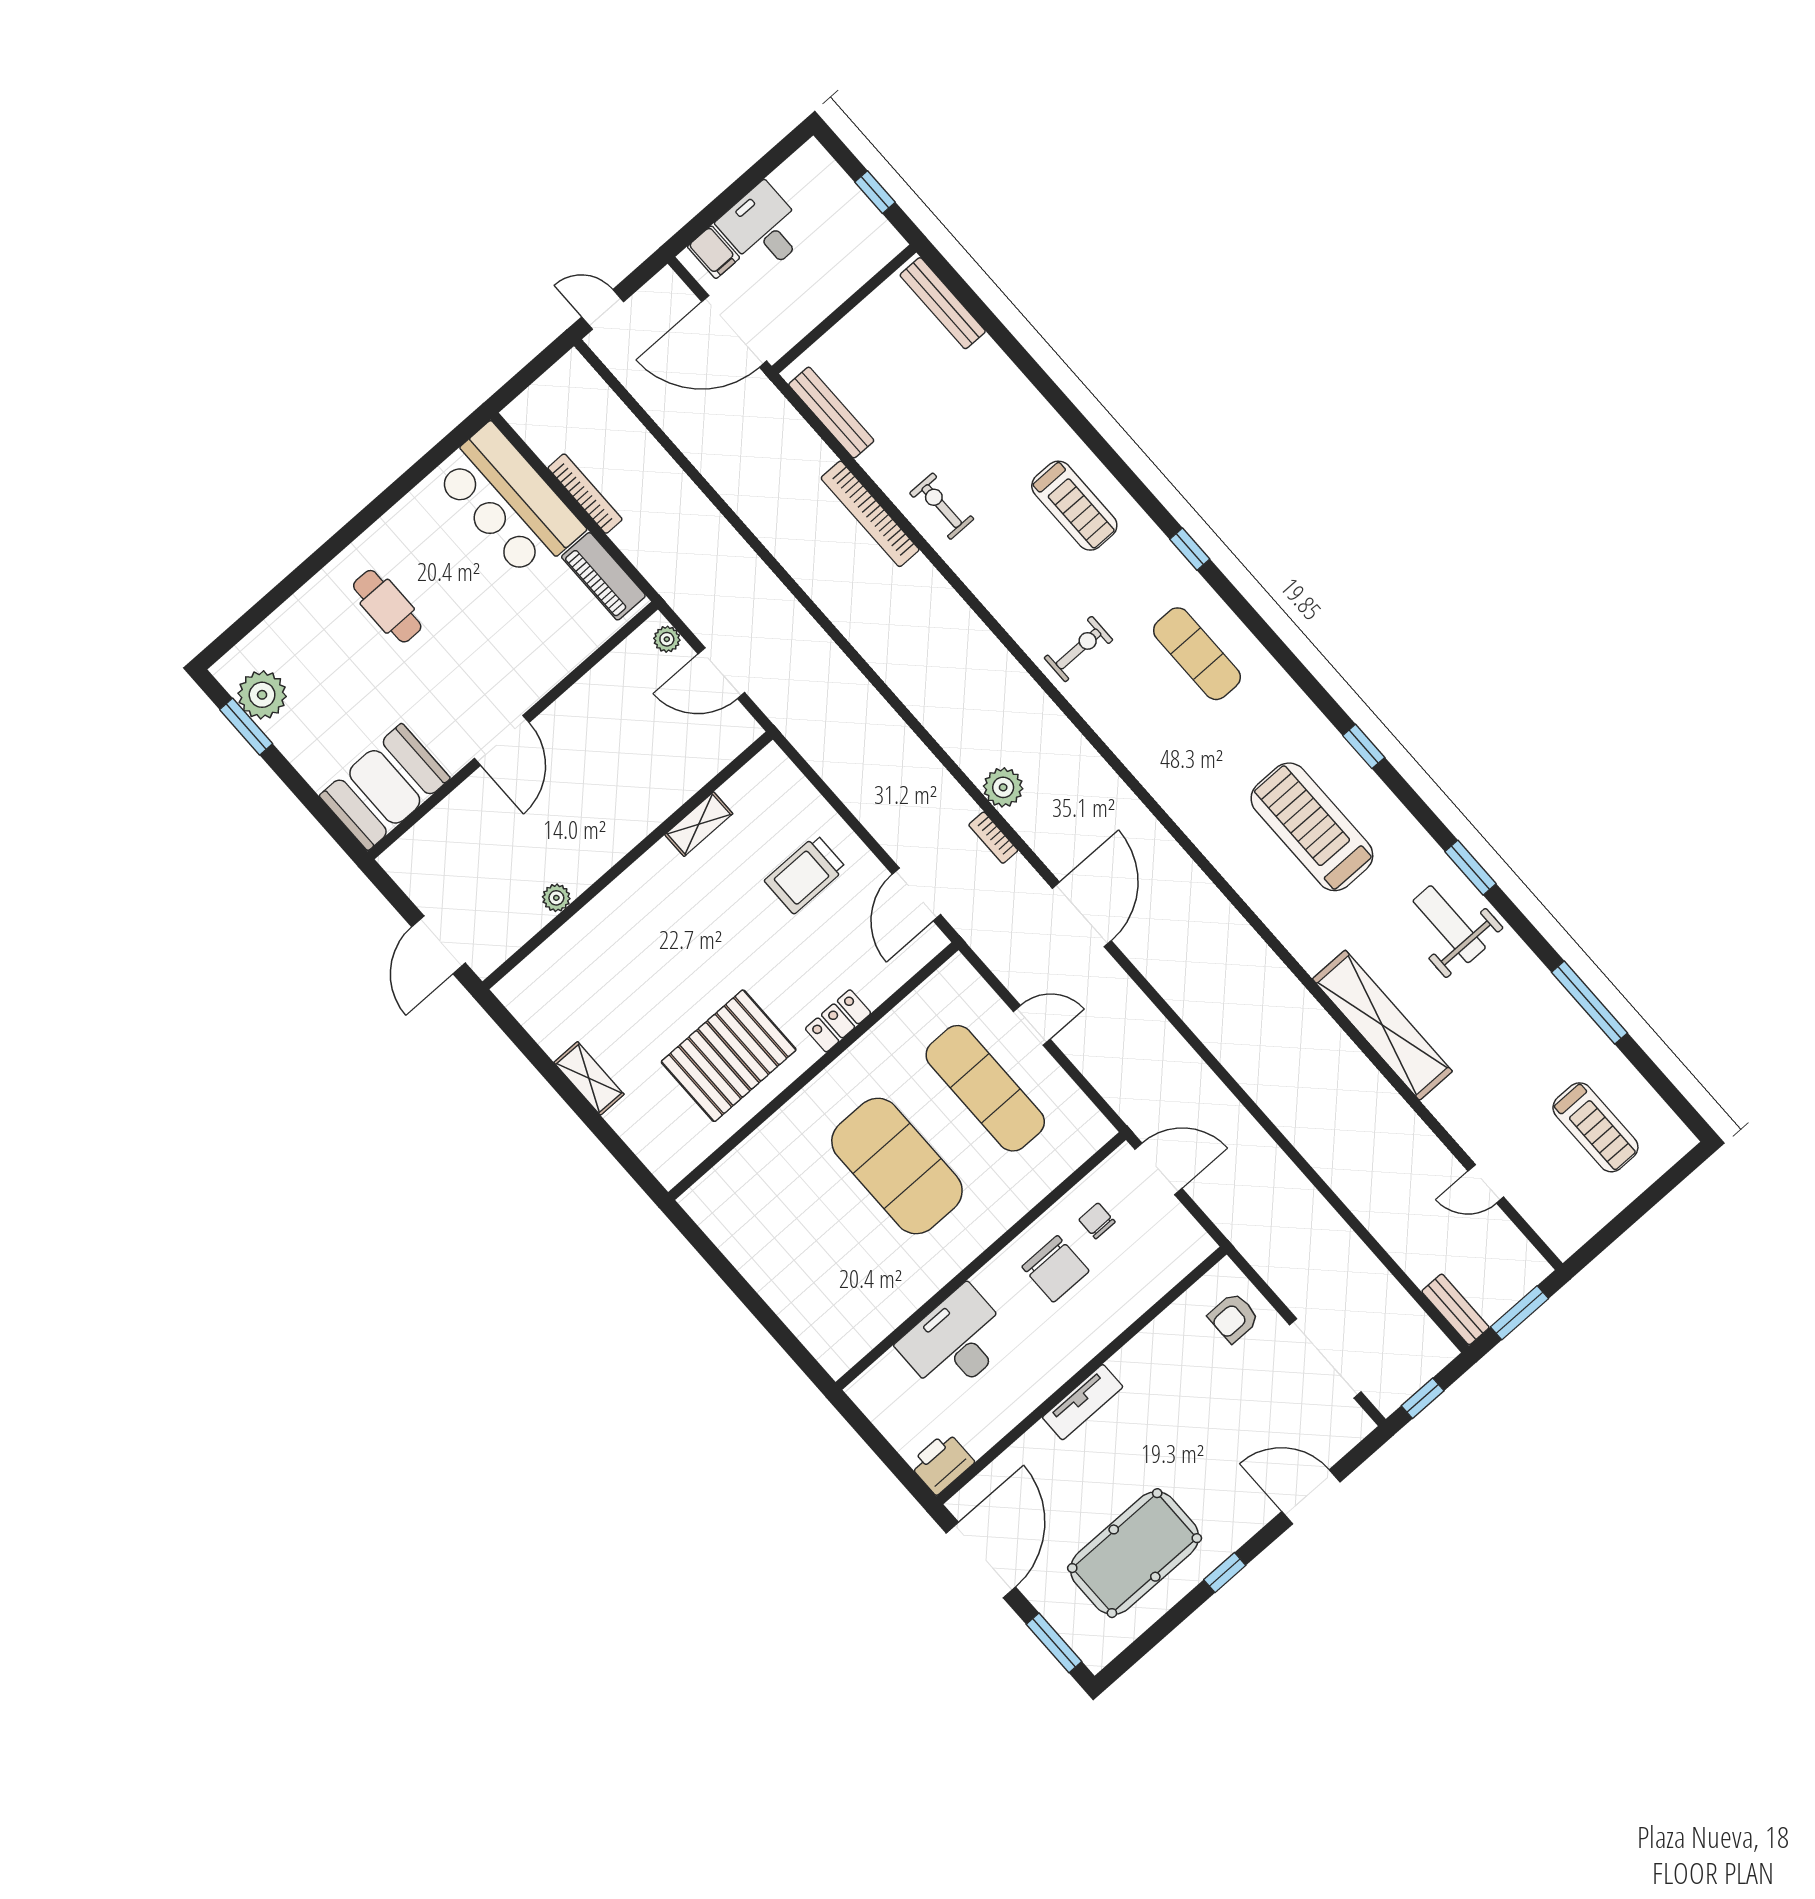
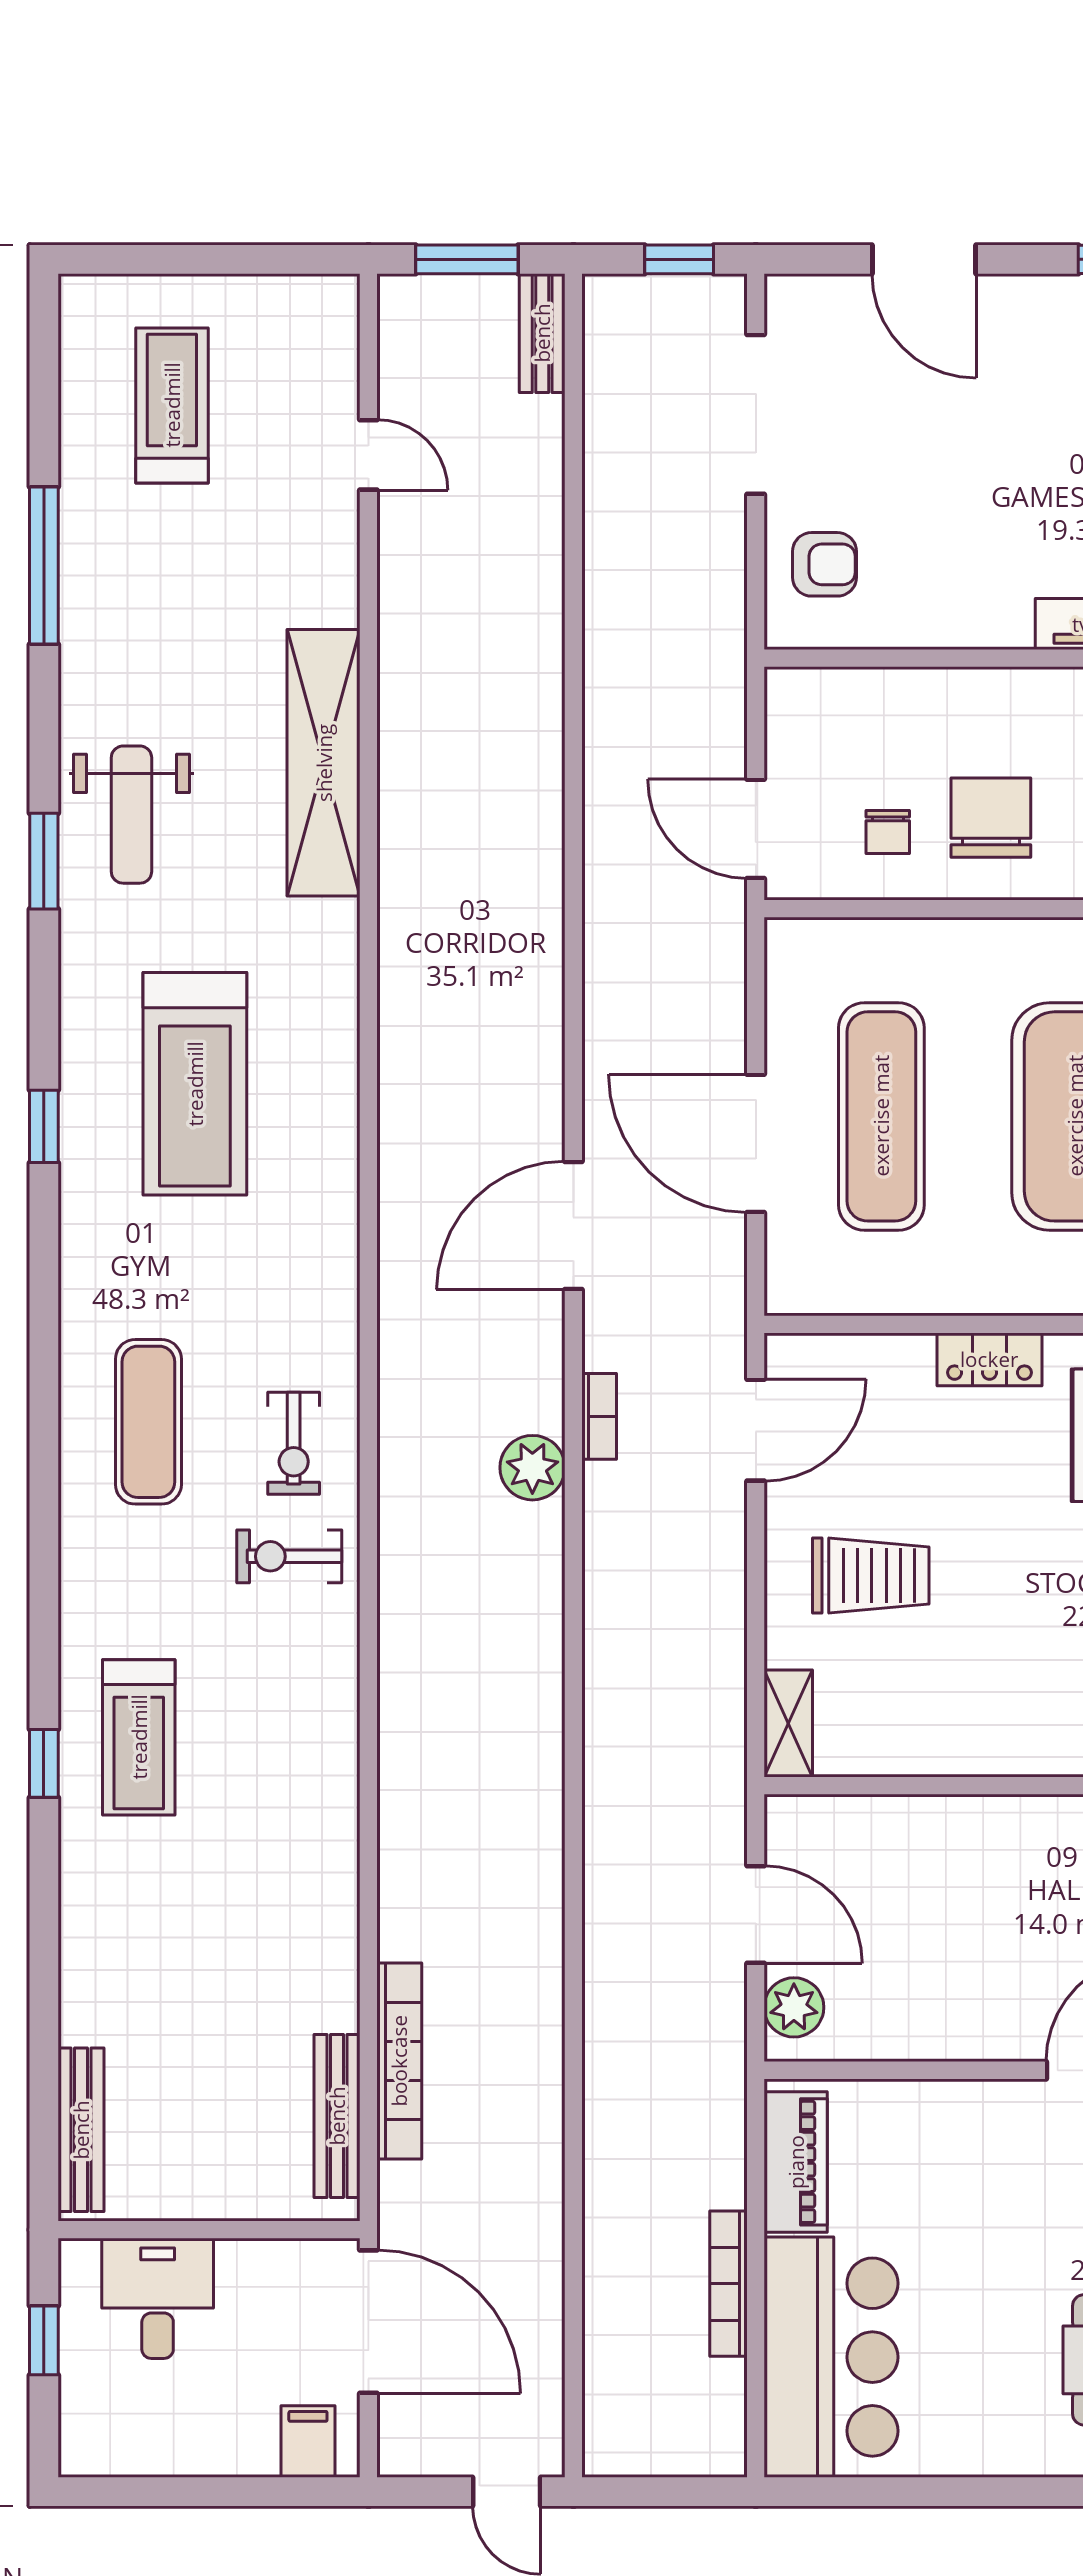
desk: (763, 228) -> (158, 2298), moved, turned 180
exercise bike: (942, 506) -> (294, 1443), moved
treadmill: (1074, 506) -> (139, 1737), turned 180
bookcase: (870, 514) -> (399, 2061), moved
window: (1190, 549) -> (44, 1763), moved
plant: (667, 639) -> (794, 2007), width x1.38, depth x1.38
shelving: (699, 824) -> (788, 1723), moved, turned 90
door: (1032, 1025) -> (756, 1143), width x1.87

